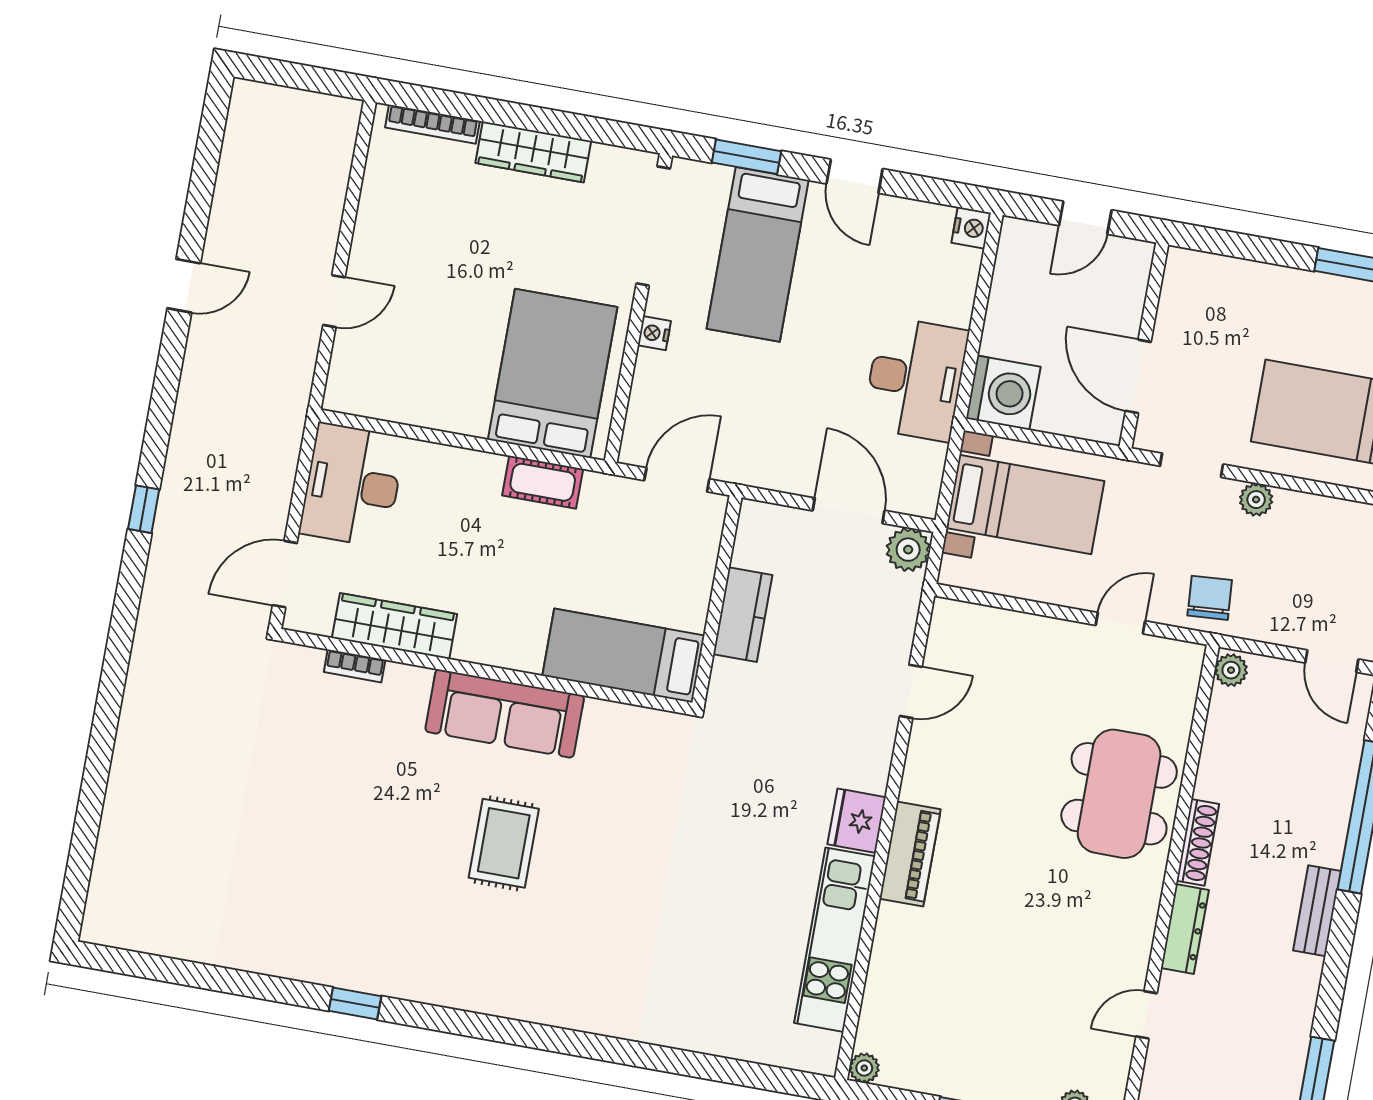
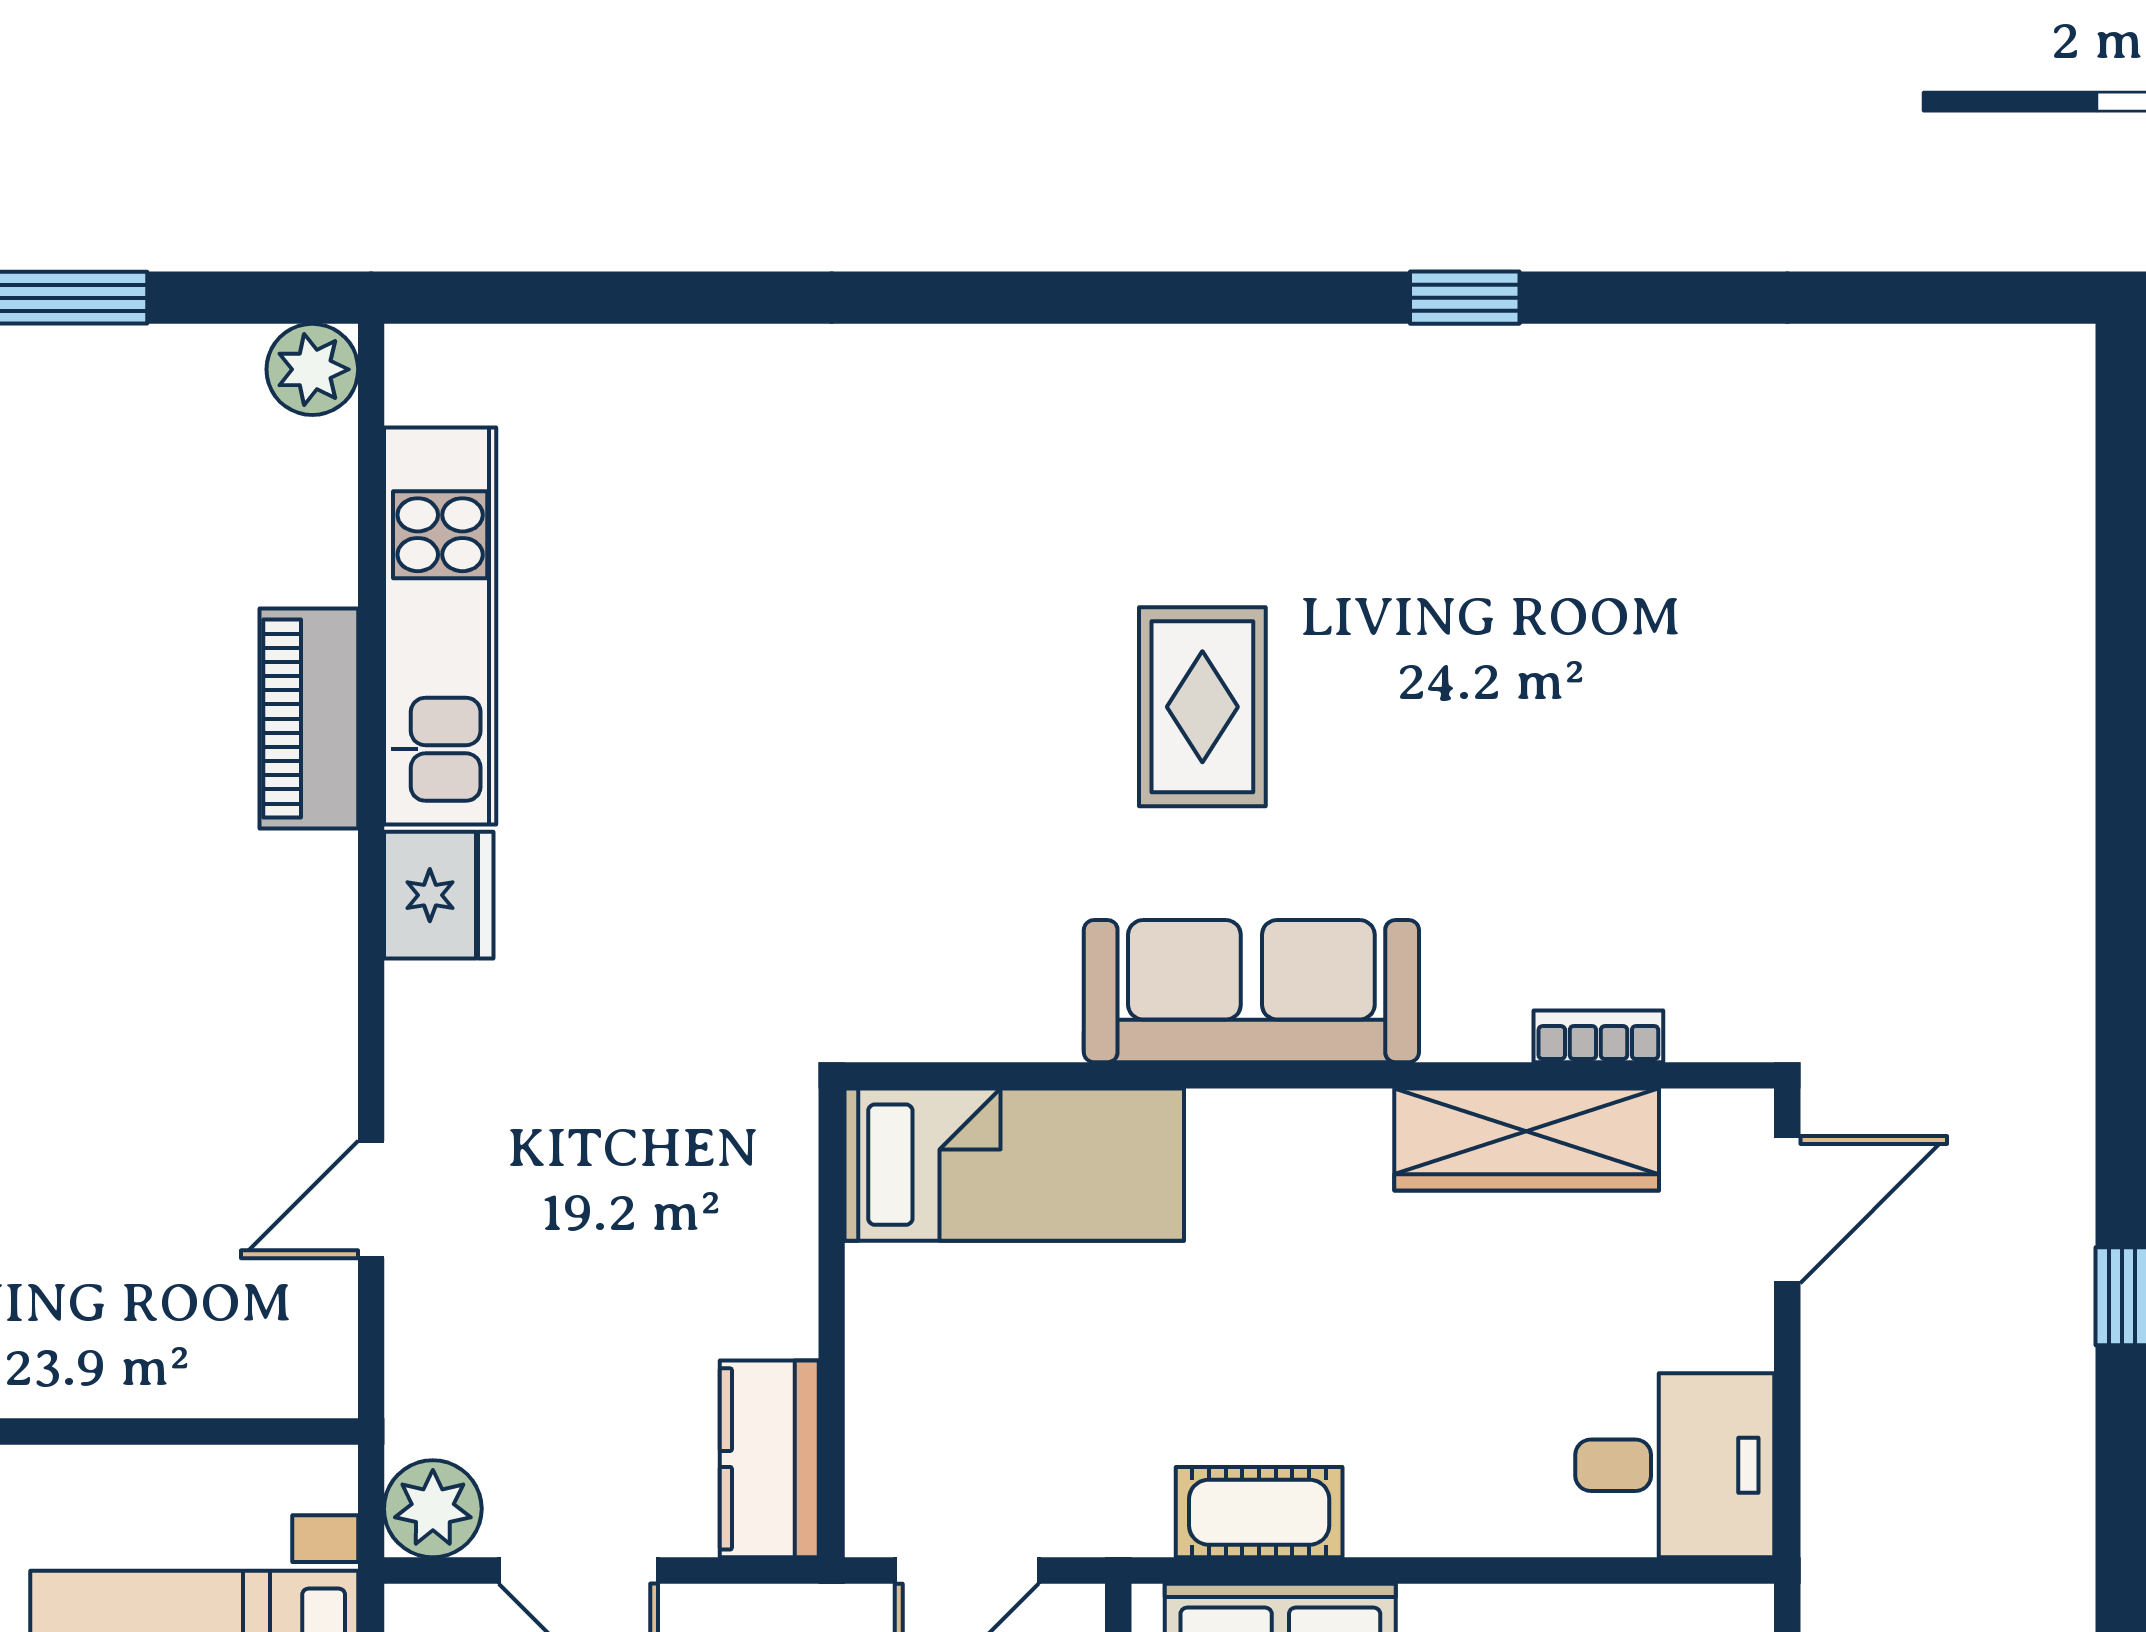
desk: (352, 485) -> (1675, 1465), width x0.73
kitchen counter: (743, 615) -> (769, 1459), moved
piano: (910, 854) -> (309, 719), moved
plant: (864, 1068) -> (312, 369), width x1.38, depth x1.38

